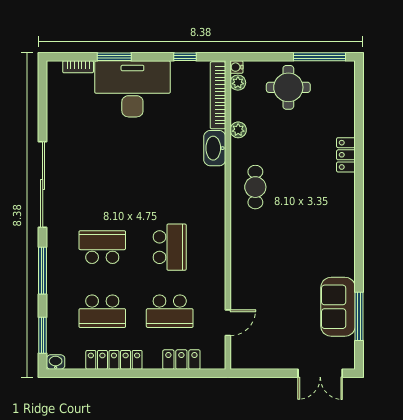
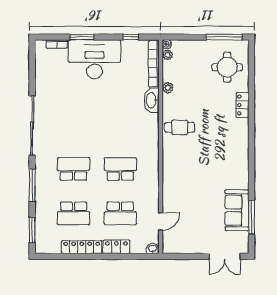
round table: (288, 87) -> (227, 67), moved
cafe table: (255, 187) -> (180, 127), turned 90
school desk: (170, 247) -> (120, 169), turned -90
locker: (181, 360) -> (116, 247), moved
washbasin: (56, 362) -> (153, 249), moved

